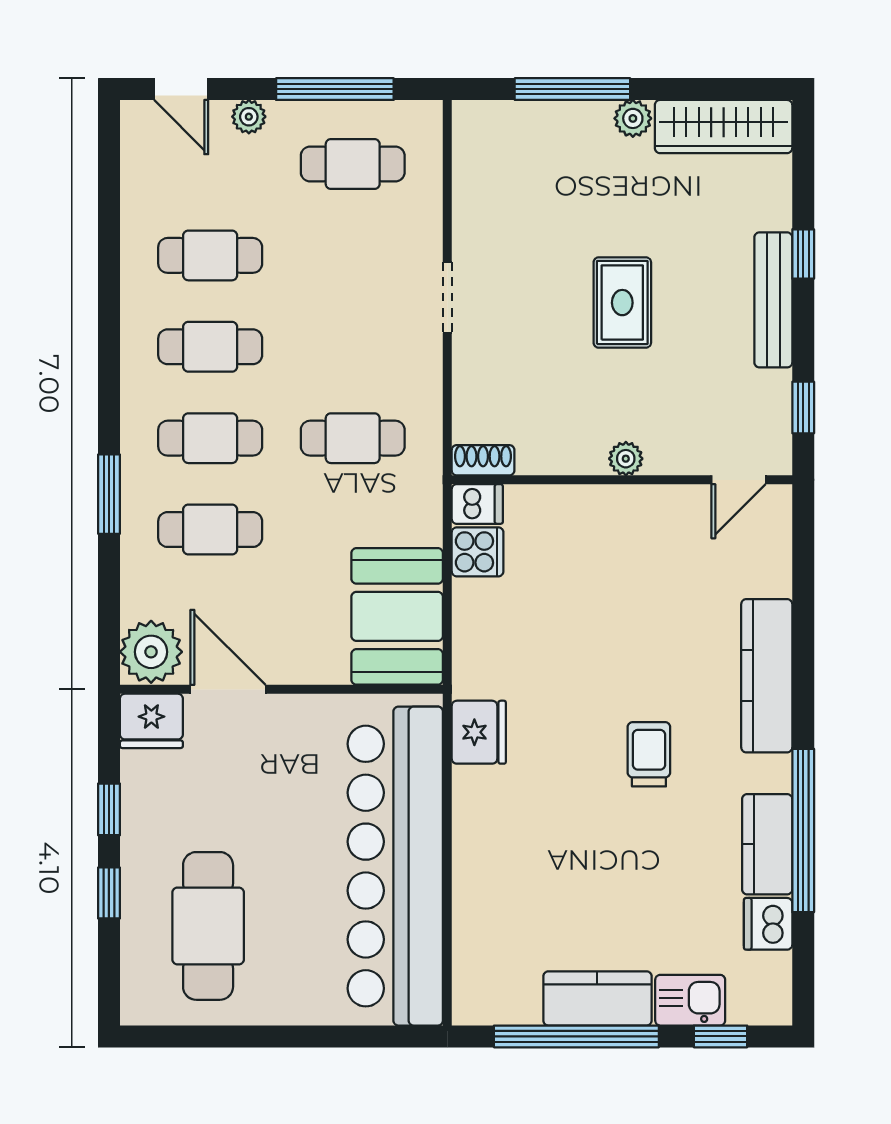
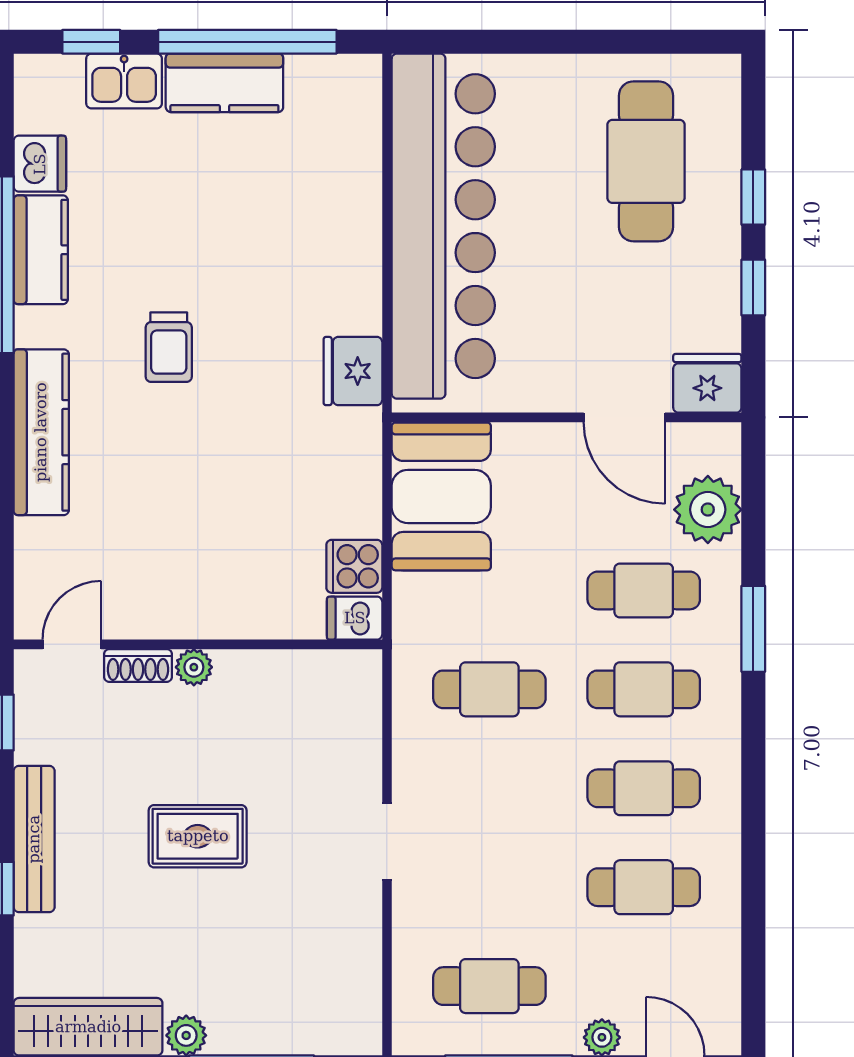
rug: (622, 303) -> (198, 836), turned 90
shoe rack: (483, 460) -> (138, 665), moved
plant: (151, 652) -> (708, 510), moved

